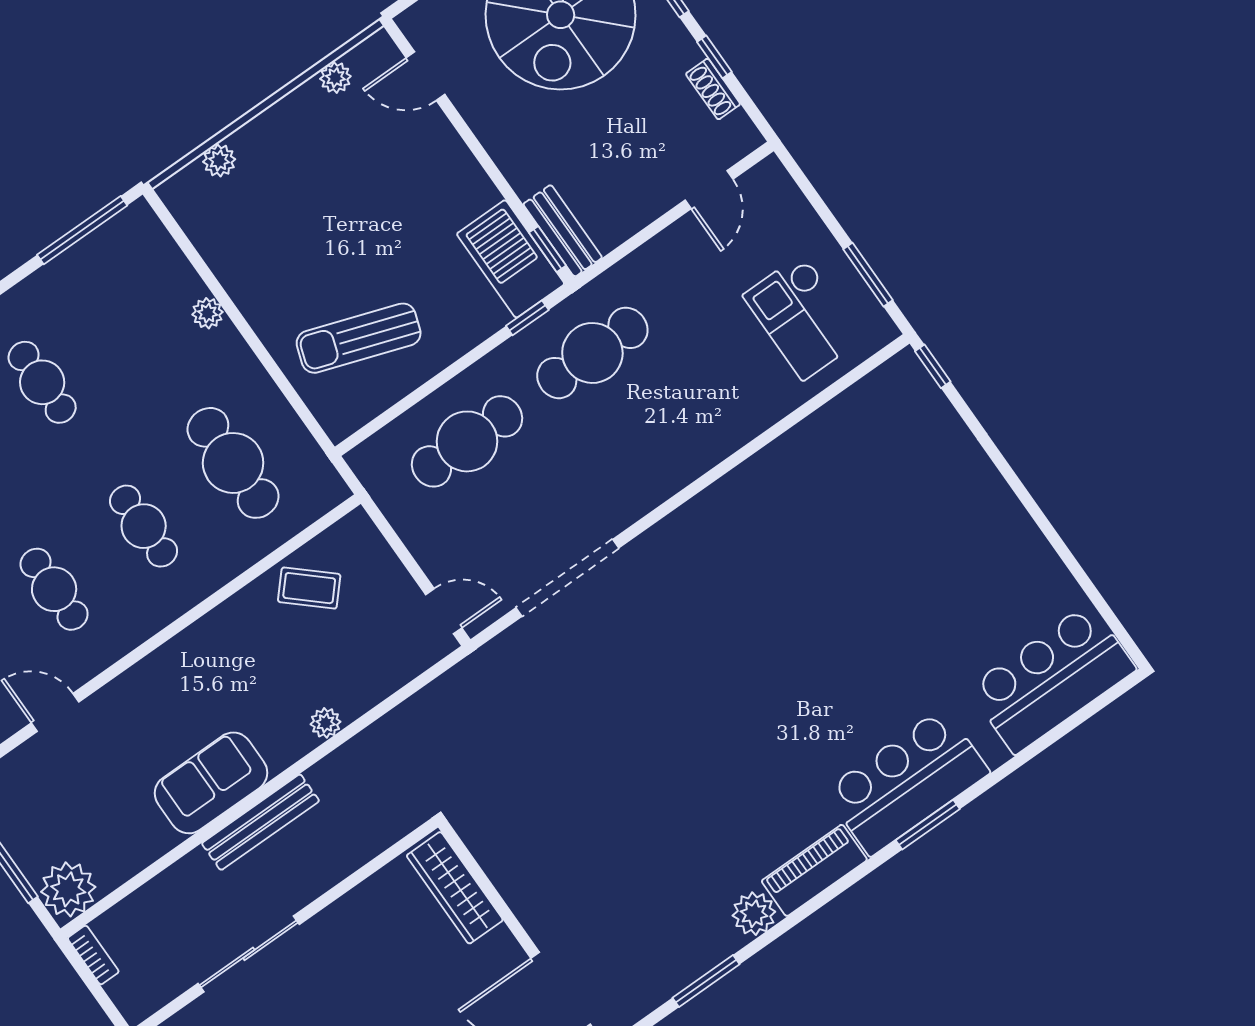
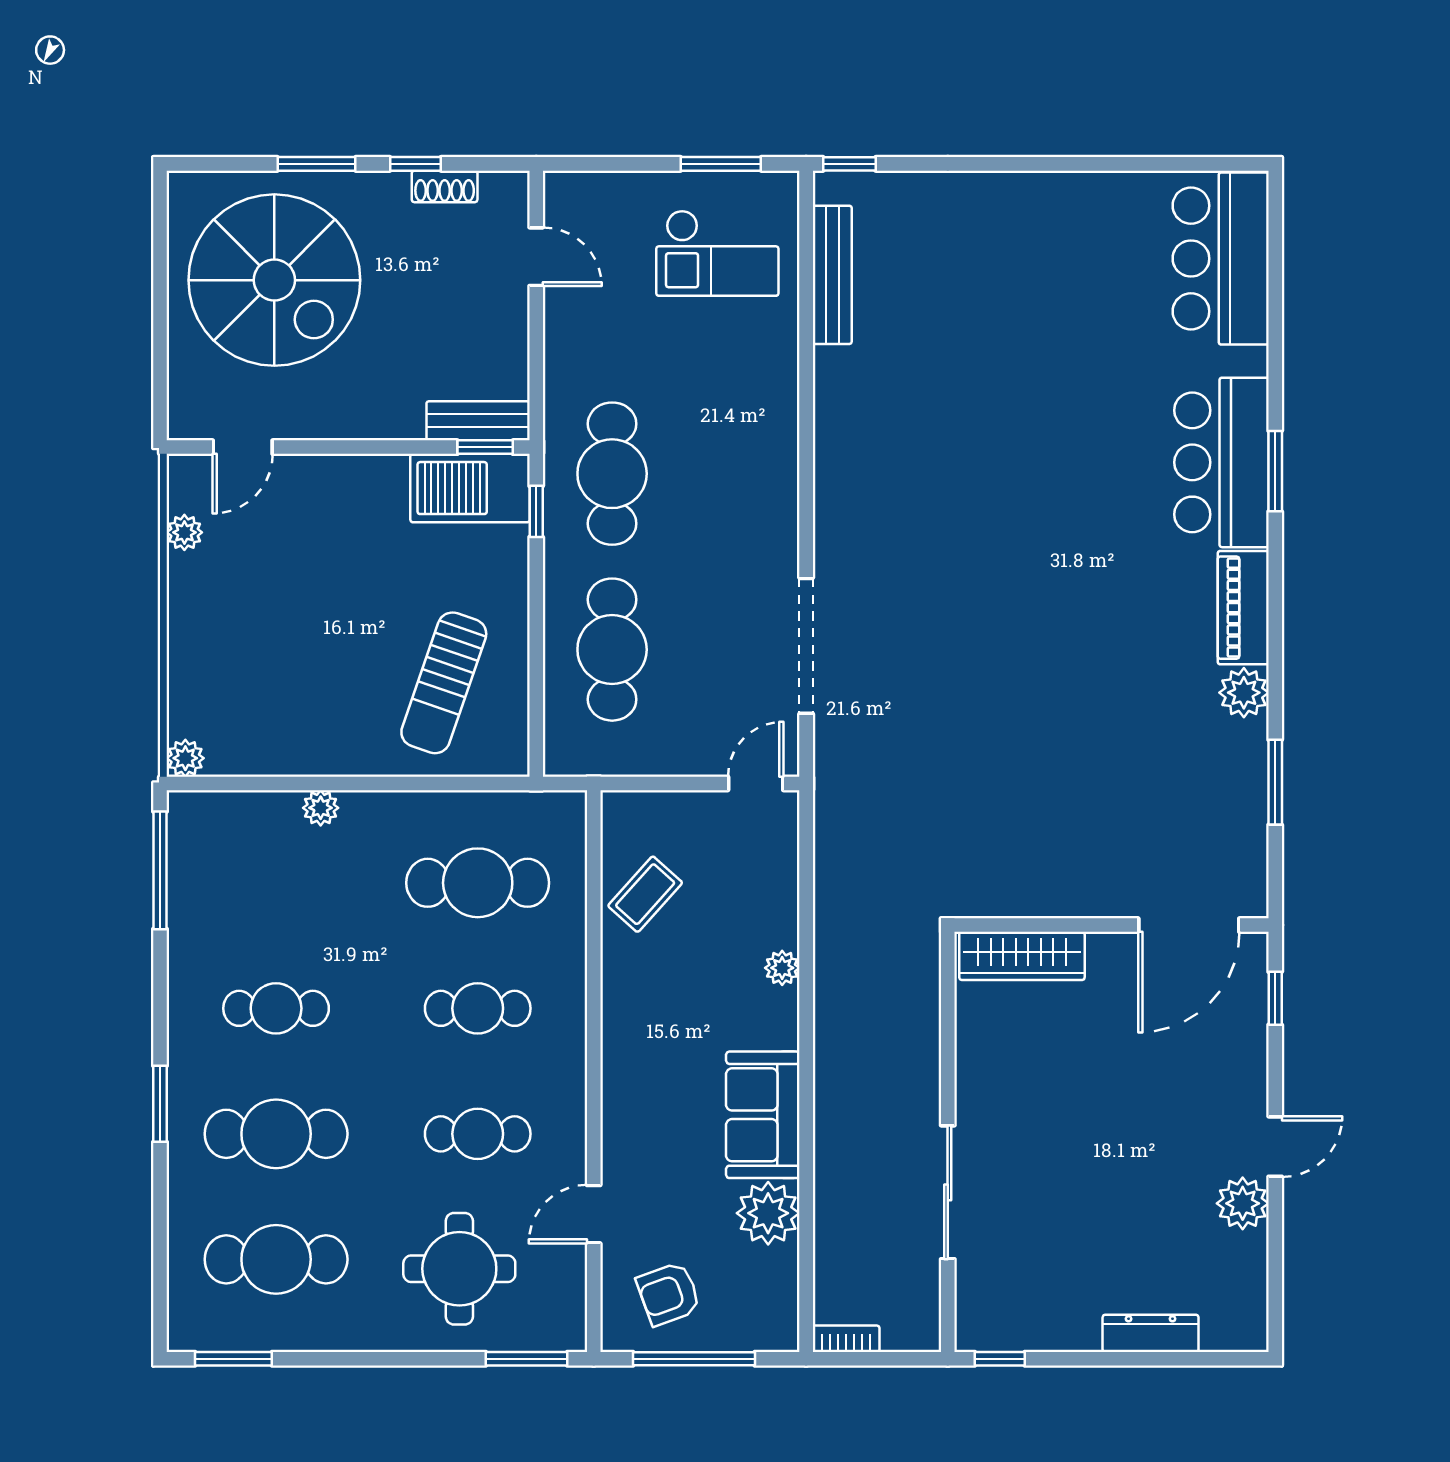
plant: (219, 161) -> (185, 758), moved
armchair: (36, 806) -> (669, 1294), added
bench: (260, 822) -> (832, 275), moved
plant: (68, 889) -> (768, 1213), moved

